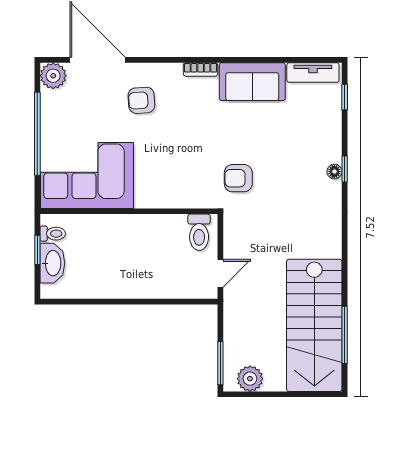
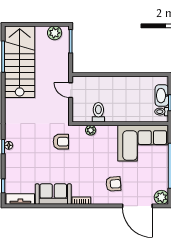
plant: (183, 199) -> (91, 130), added
toilet: (199, 232) -> (98, 112), moved
door: (220, 273) -> (71, 90), hinge flipped

